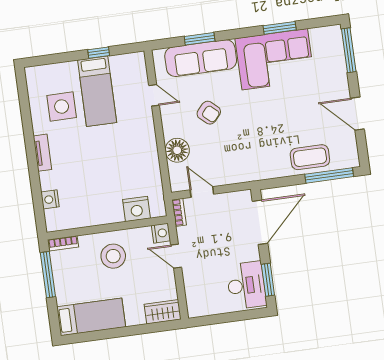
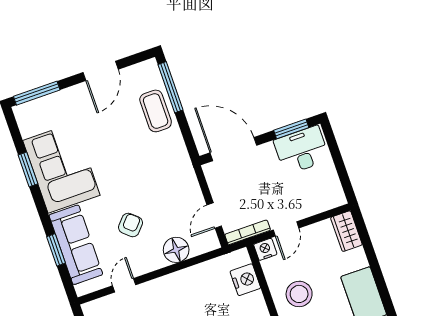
bookcase: (179, 212) -> (248, 232), width x1.56

